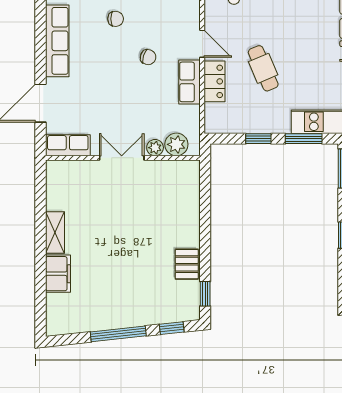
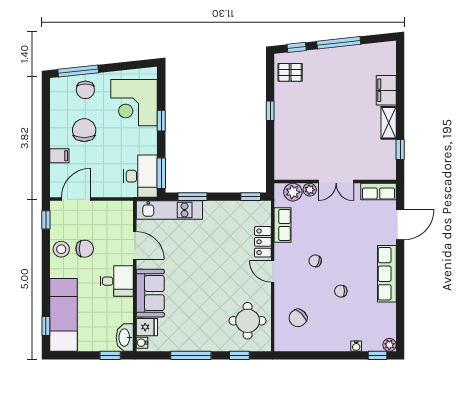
cafe table: (263, 68) -> (224, 252), removed
row of seats: (189, 82) -> (283, 225), moved
window: (258, 139) -> (251, 197), moved
window: (40, 198) -> (400, 150), added
pallet: (187, 264) -> (290, 72), moved, turned 90
window: (205, 294) -> (270, 111), moved

